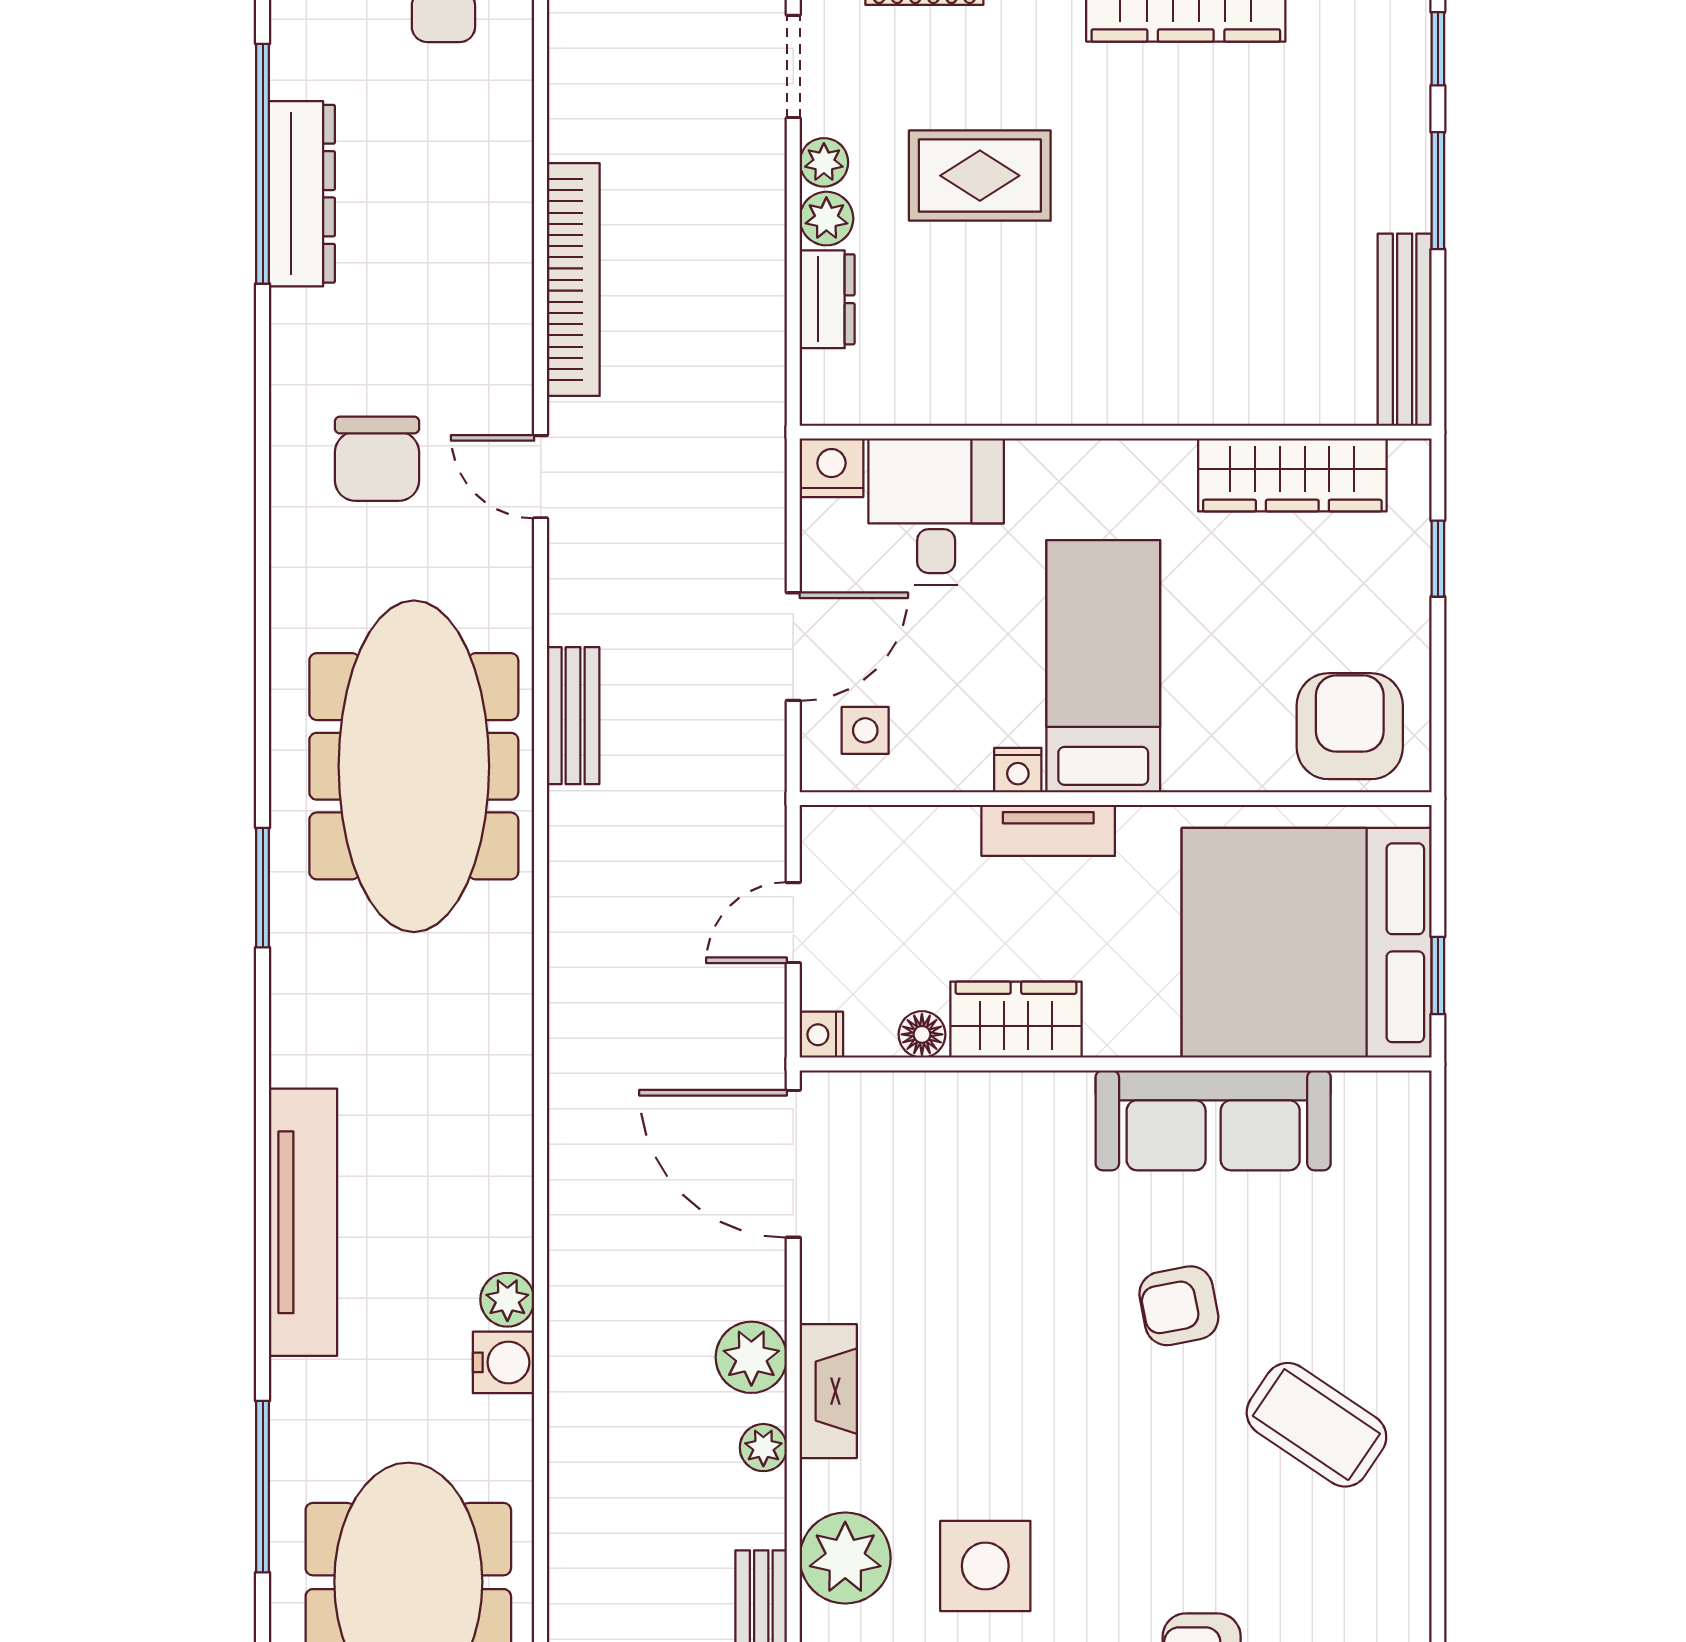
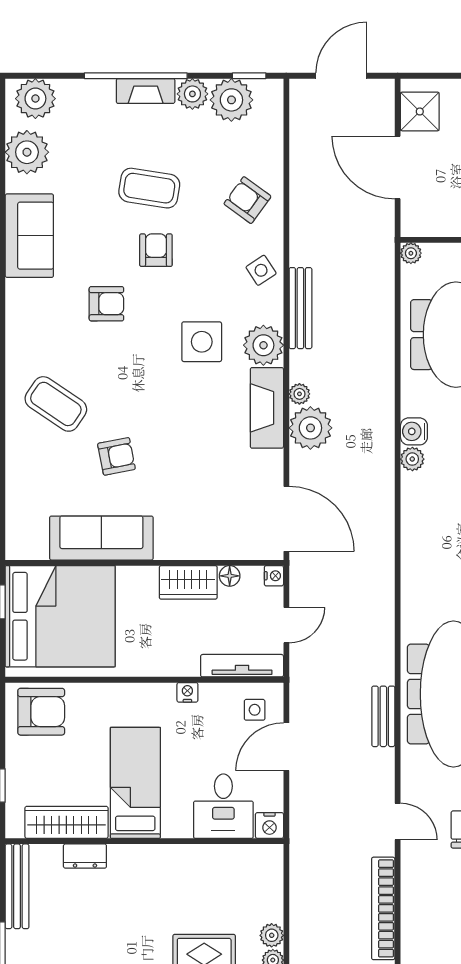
dresser: (827, 299) -> (85, 856), moved, turned -90
bed: (1103, 666) -> (135, 783), moved, turned 180
armchair: (1350, 726) -> (41, 712), turned -90
tv unit: (1048, 830) -> (242, 666), moved, width x1.41
plant: (751, 1357) -> (310, 428), width x1.36, depth x1.36
fireplace: (828, 1391) -> (267, 408), width x1.37, depth x1.32

